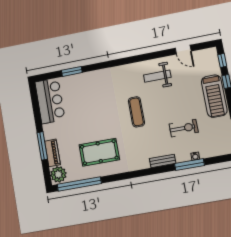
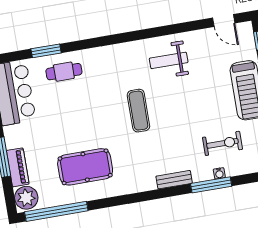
door: (183, 50) -> (224, 21), moved
cafe table: (84, 86) -> (64, 72), added
exercise bike: (184, 128) -> (222, 143), moved

